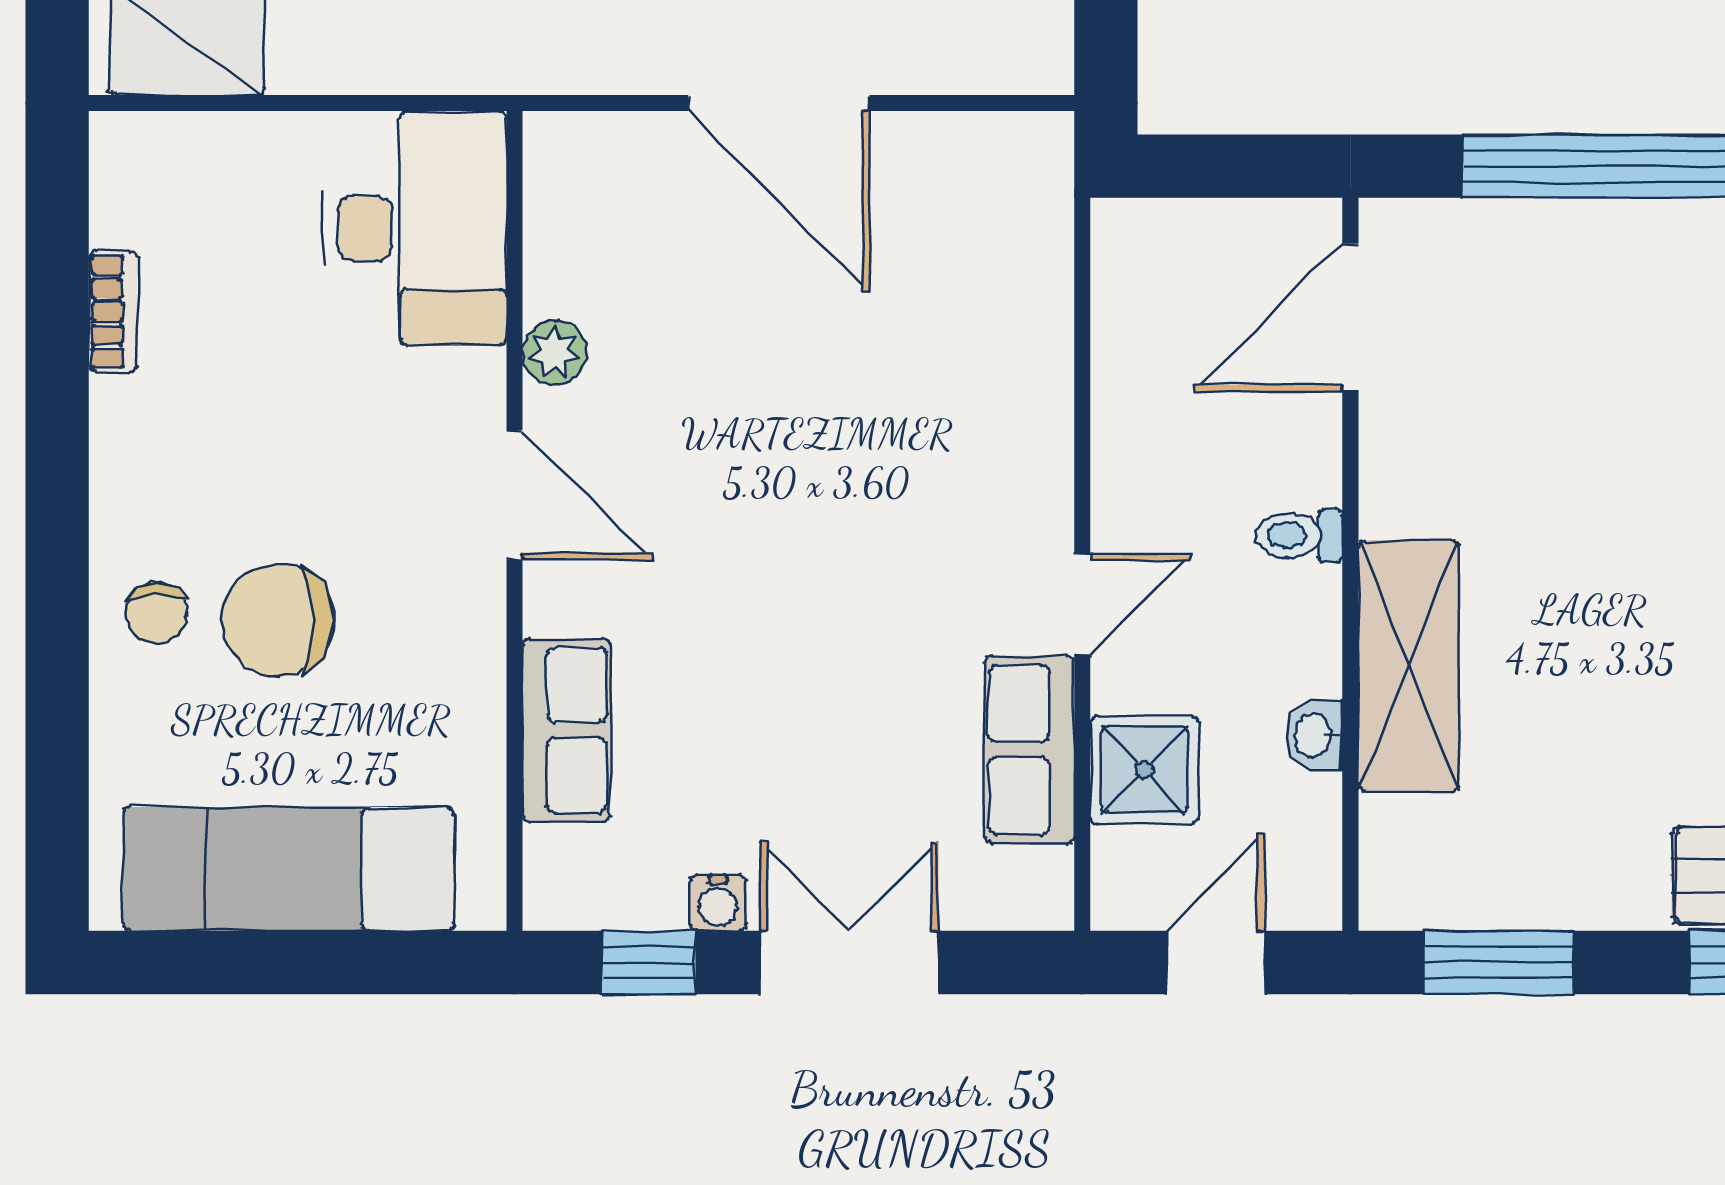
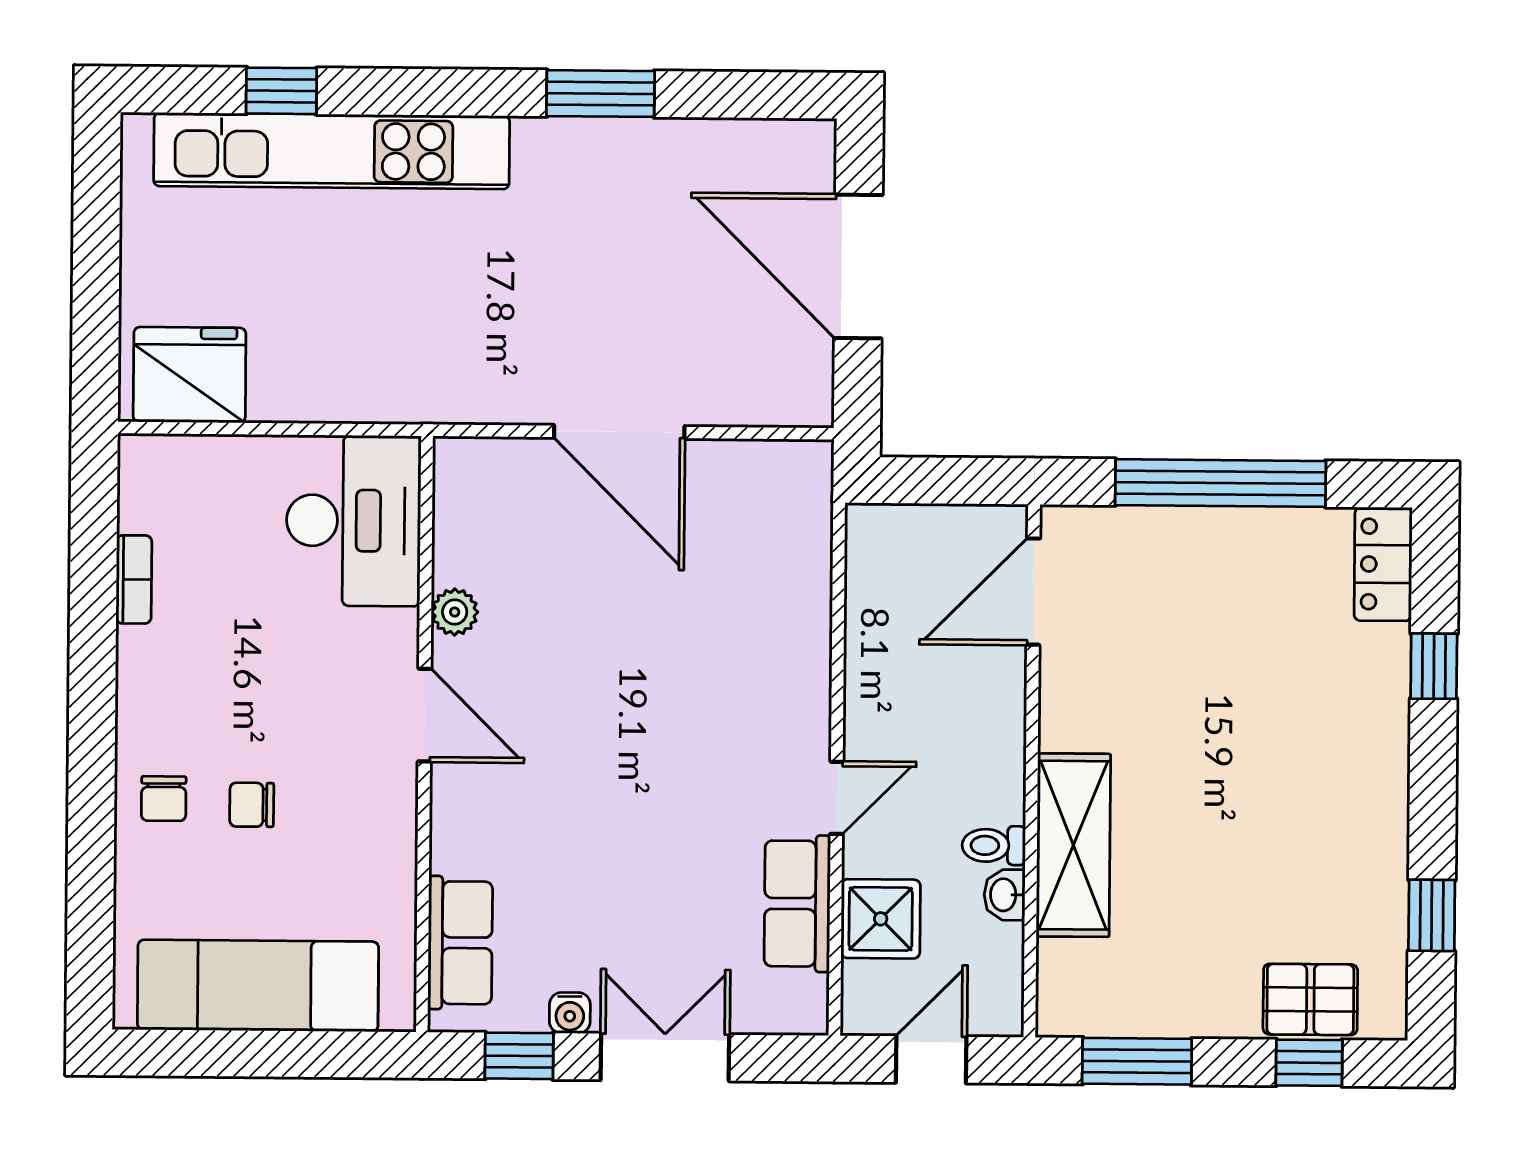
toilet: (1299, 535) -> (994, 845), moved
chair: (278, 620) -> (252, 805), width x0.54, depth x0.54
row of seats: (566, 730) -> (460, 943), moved

